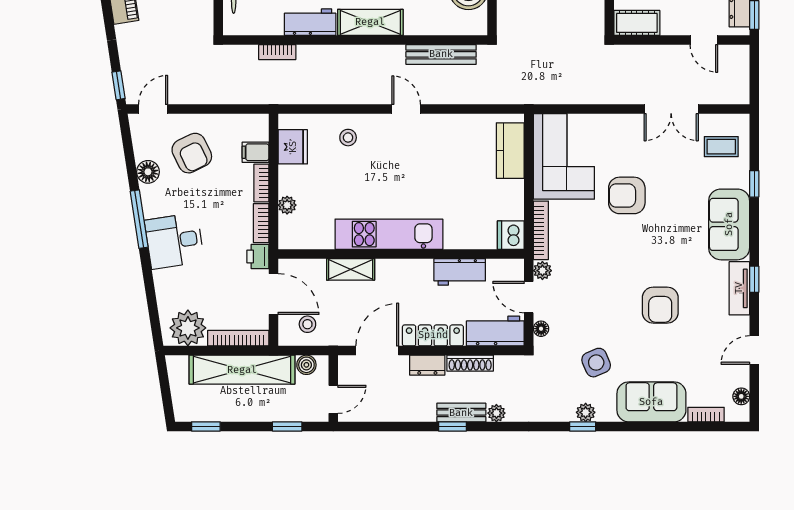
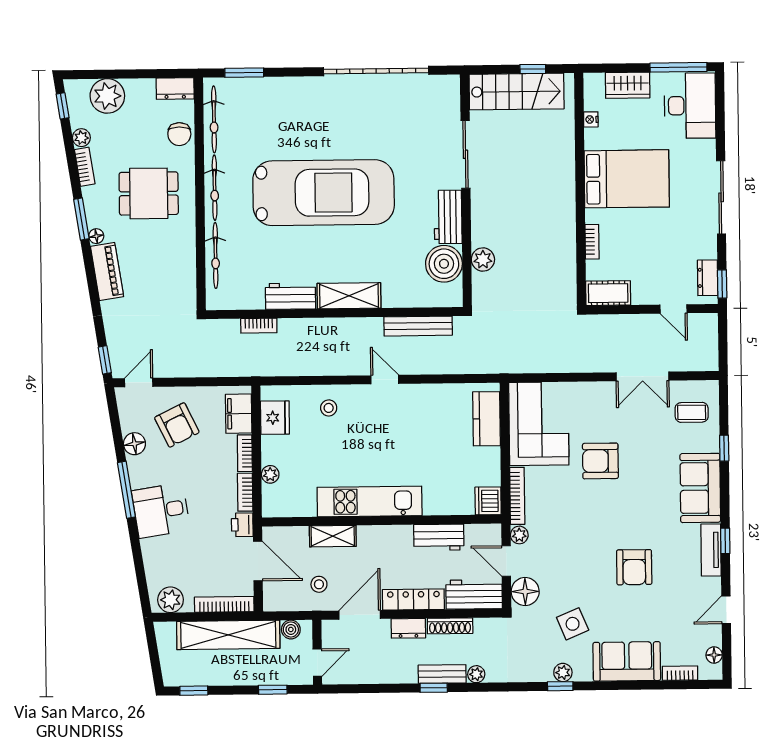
filing cabinet: (255, 152) -> (239, 414), width x2.00
stool: (307, 324) -> (319, 584), moved
plant: (188, 328) -> (171, 600), width x0.73, depth x0.73
floor lamp: (541, 329) -> (525, 592), width x1.89, depth x1.89

